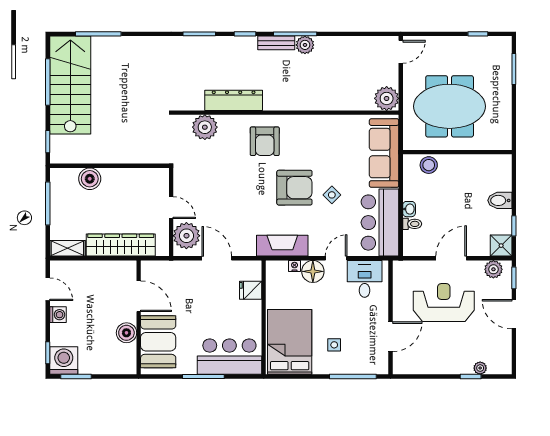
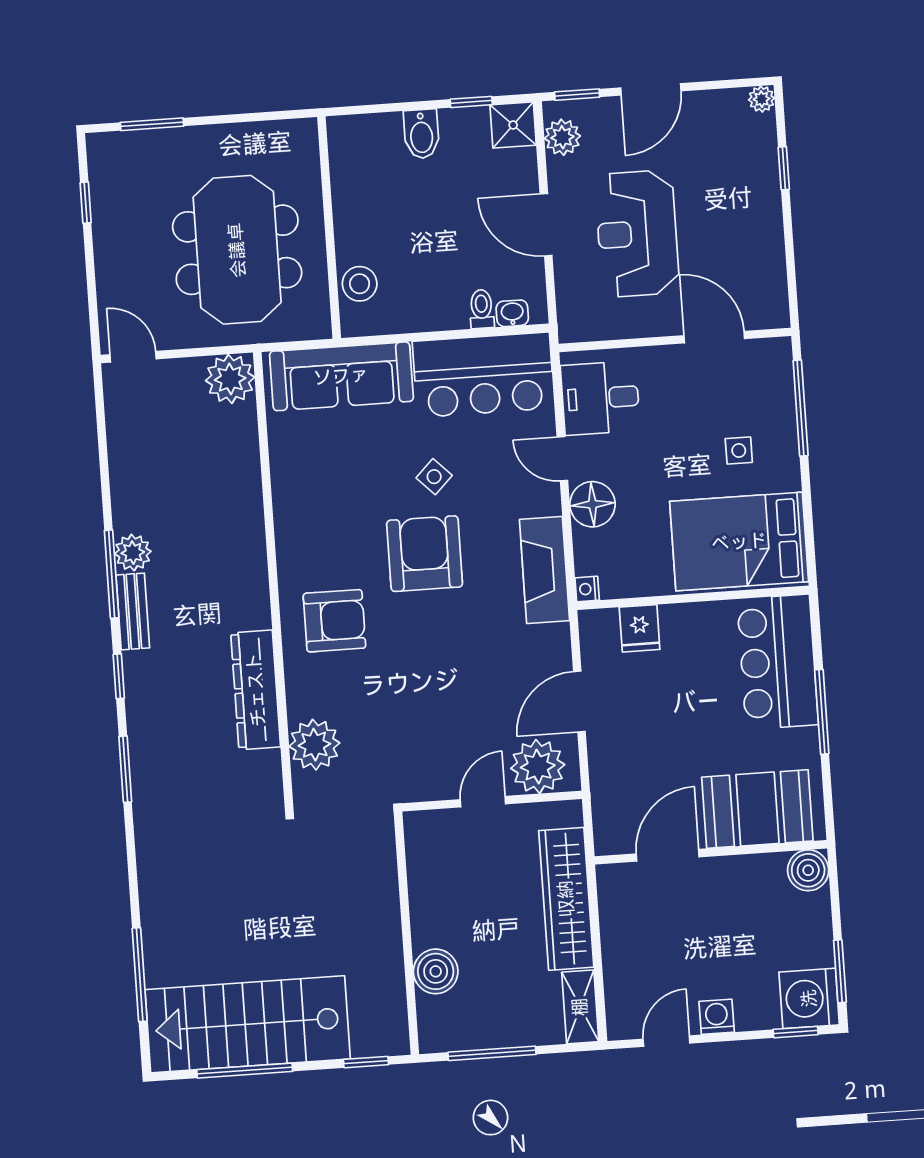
washbasin: (409, 209) -> (512, 313), moved
nightstand: (295, 266) -> (587, 589), moved
boiler: (126, 333) -> (808, 870), moved
plant: (480, 368) -> (762, 99), moved

